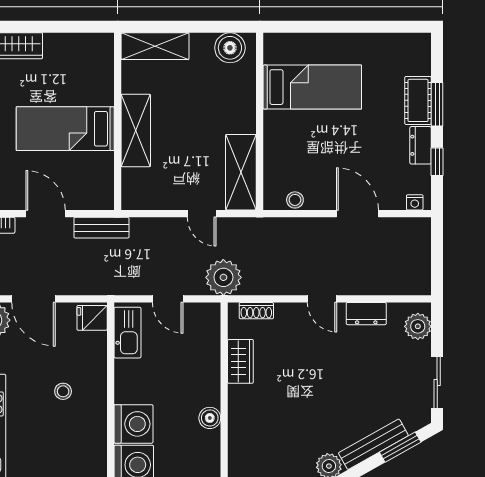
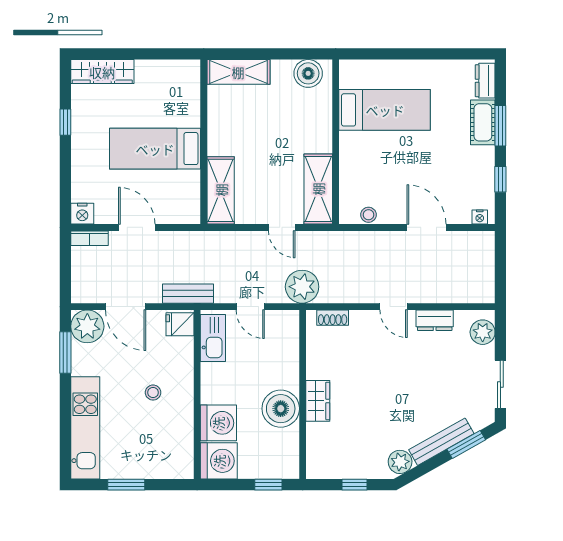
shelving: (136, 130) -> (221, 190), moved
dresser: (421, 145) -> (485, 81), moved
bench: (101, 228) -> (188, 294), moved
wardrobe: (240, 361) -> (318, 401), moved
boiler: (210, 418) -> (281, 409), width x1.86, depth x1.86

